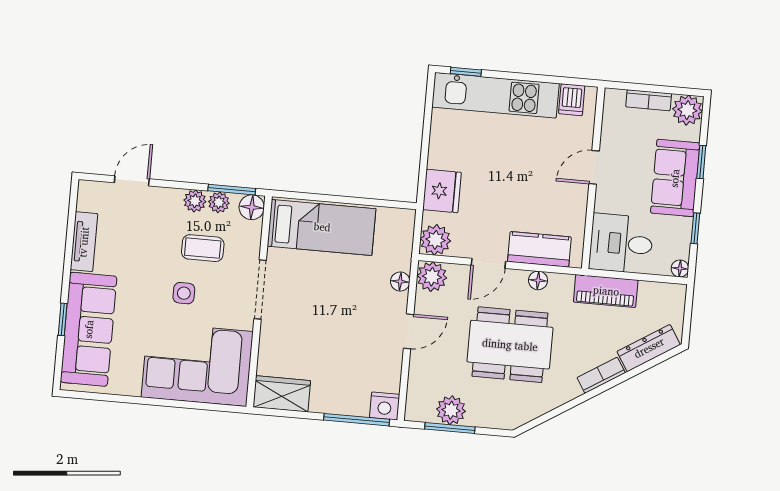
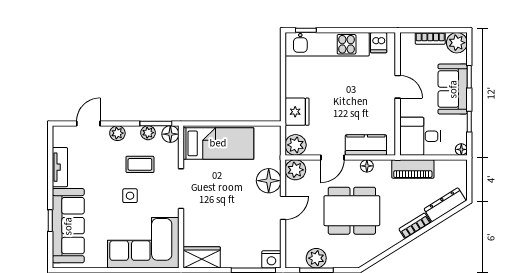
door: (594, 167) -> (398, 87), swing flipped
plant: (195, 201) -> (117, 133), moved
floor lamp: (400, 282) -> (269, 181), width x1.89, depth x1.89

